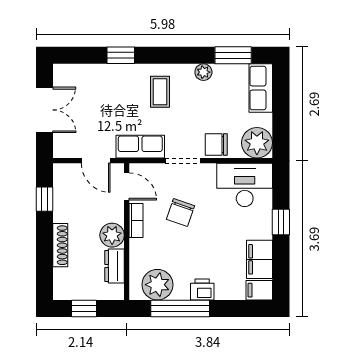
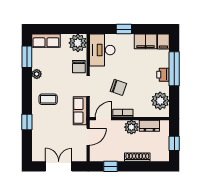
window: (180, 308) -> (174, 69), moved

